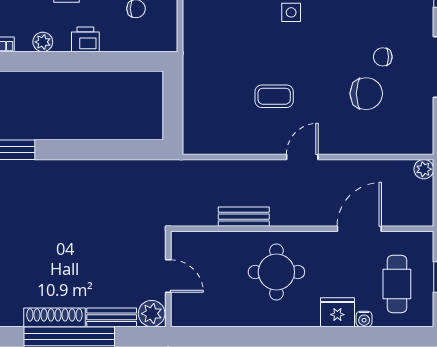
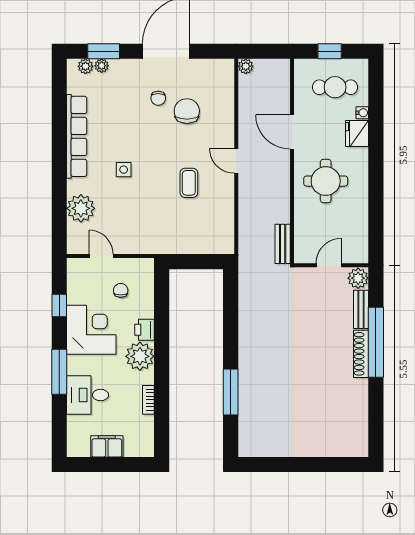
plant: (43, 42) -> (140, 356), width x1.87, depth x1.87
bench: (244, 217) -> (283, 244), moved
door: (359, 229) -> (292, 132), moved

